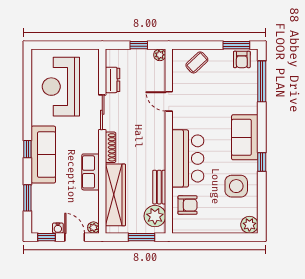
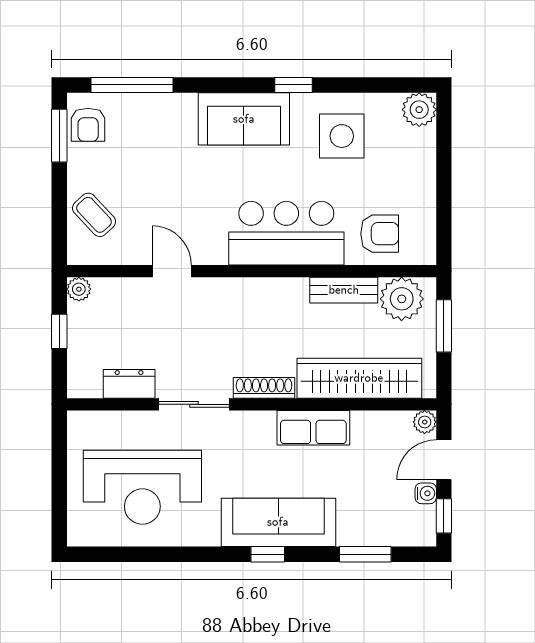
armchair: (242, 59) -> (88, 125), turned 90
door: (169, 101) -> (172, 271), swing flipped
armchair: (187, 205) -> (380, 234), turned 90

